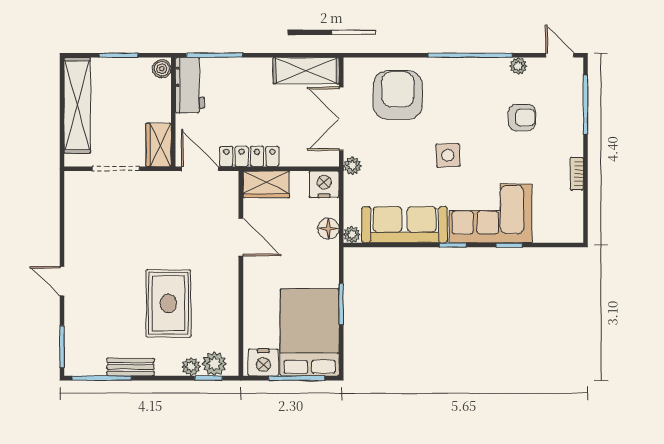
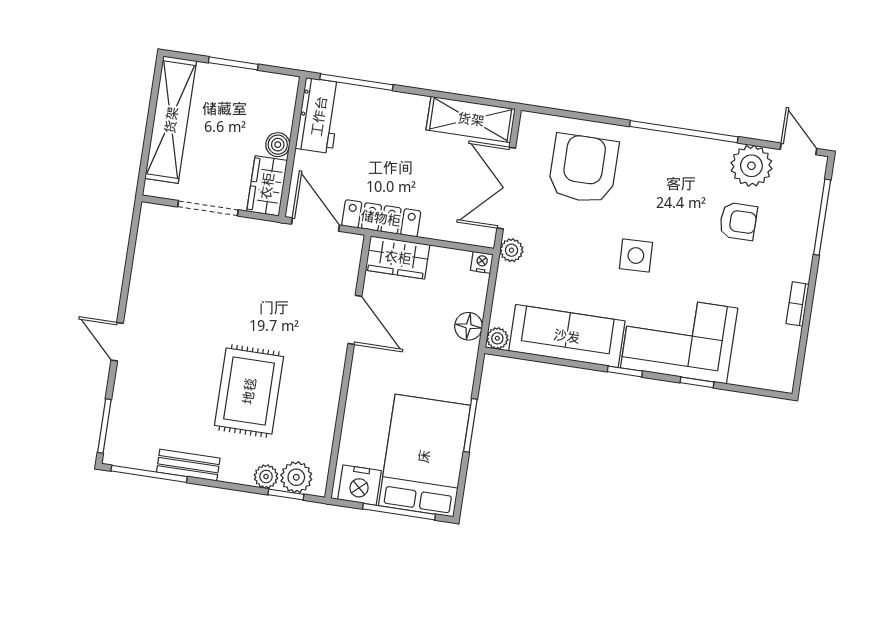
plant: (518, 66) -> (751, 166), width x1.88, depth x1.88
boiler: (162, 69) -> (278, 145), moved
nightstand: (324, 184) -> (482, 262), width x0.53, depth x0.56

